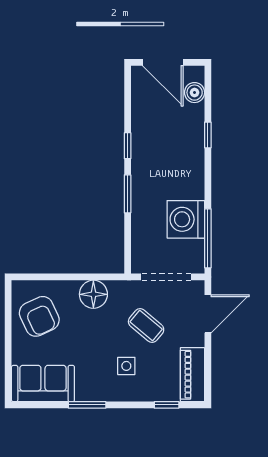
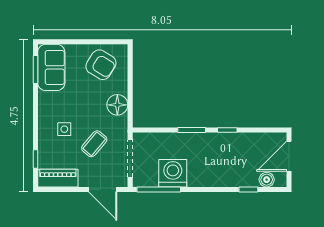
window: (208, 135) -> (248, 189), moved
armchair: (39, 316) -> (101, 65), turned -123
window: (87, 405) -> (35, 70), moved

